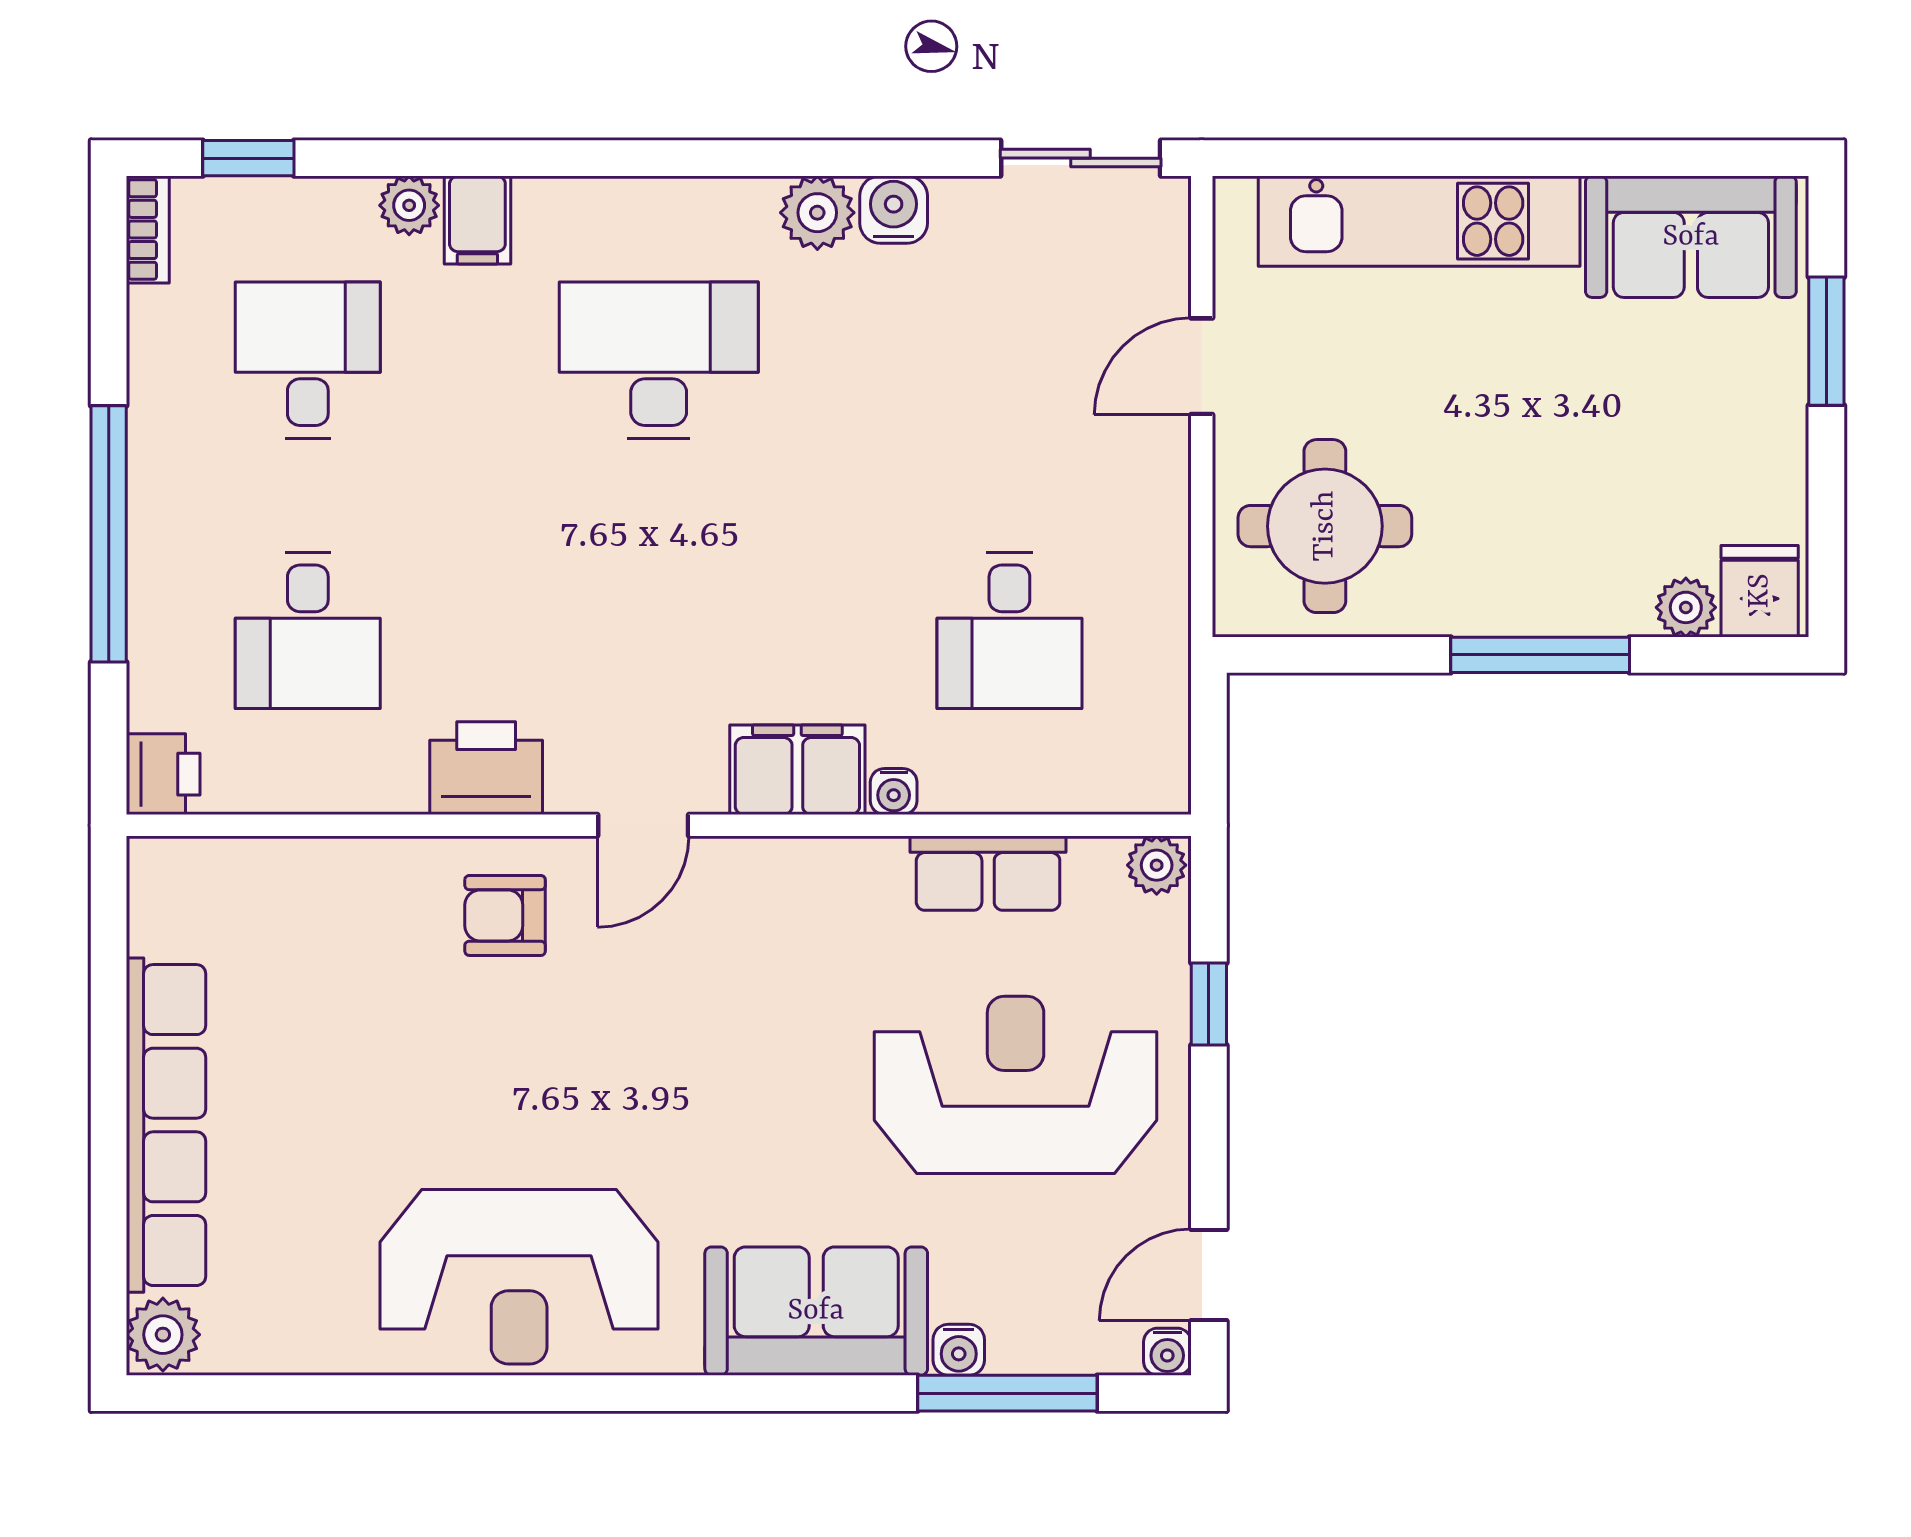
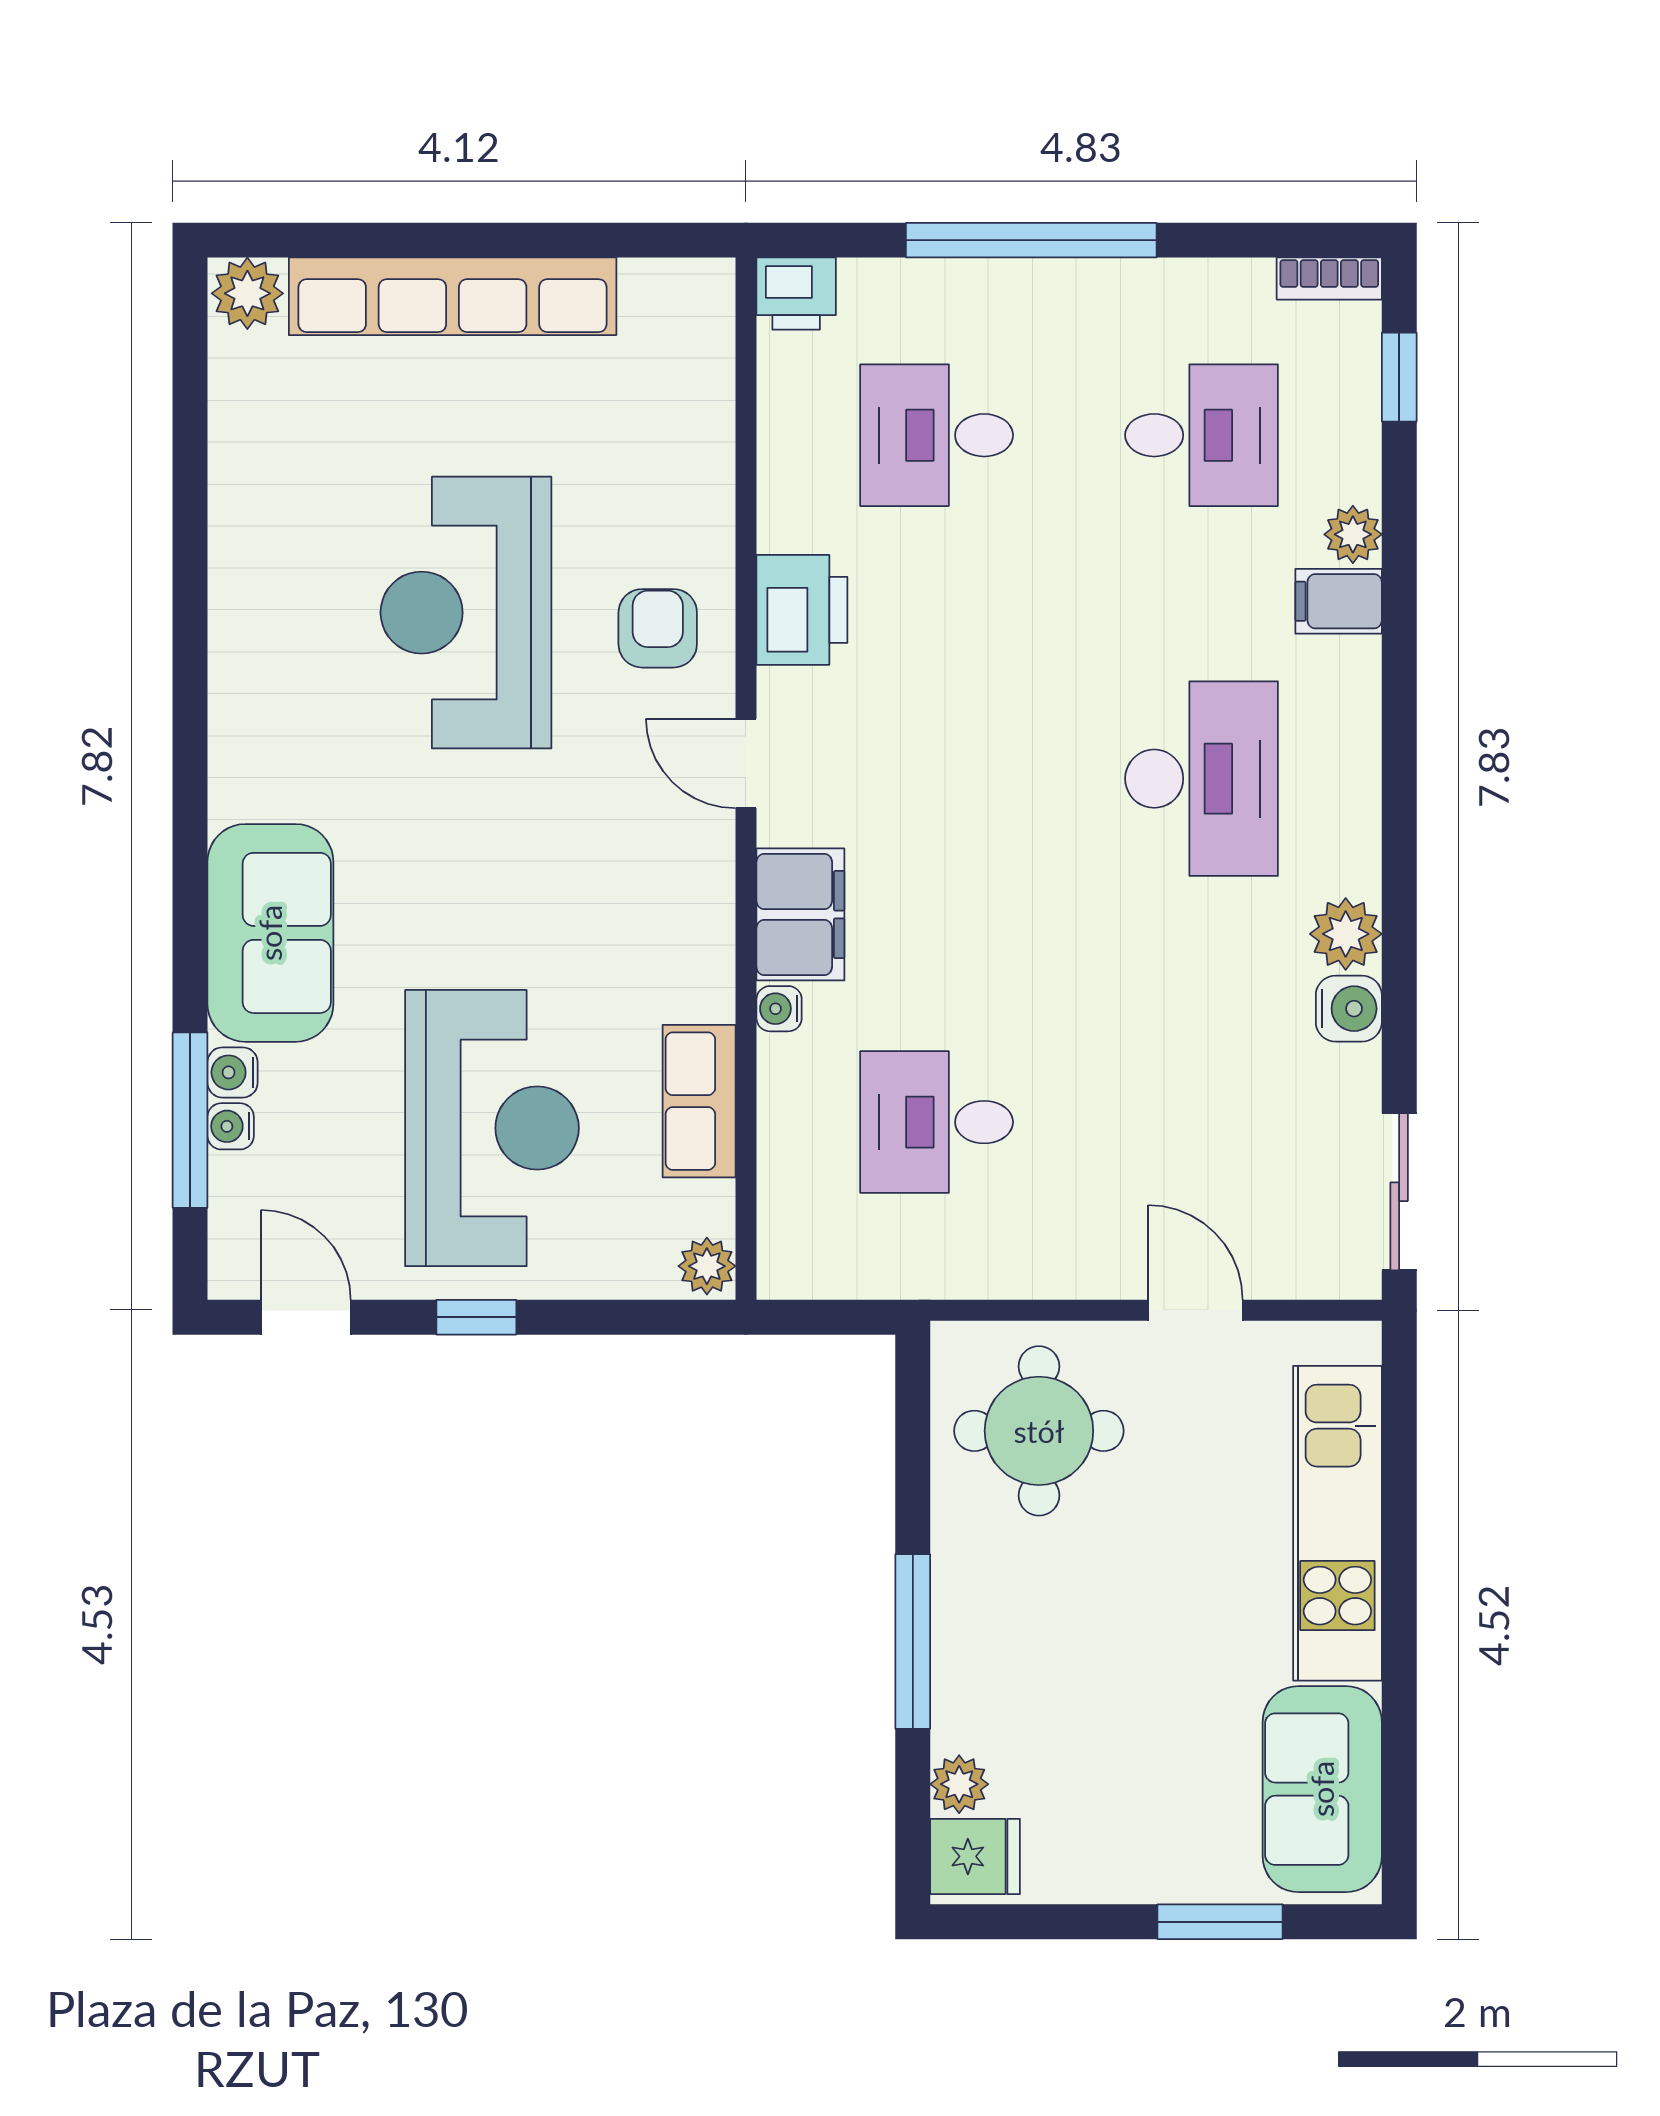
window: (1209, 1004) -> (476, 1317), moved
reception desk: (519, 1277) -> (466, 613), moved
water cooler: (1167, 1352) -> (231, 1126), moved

